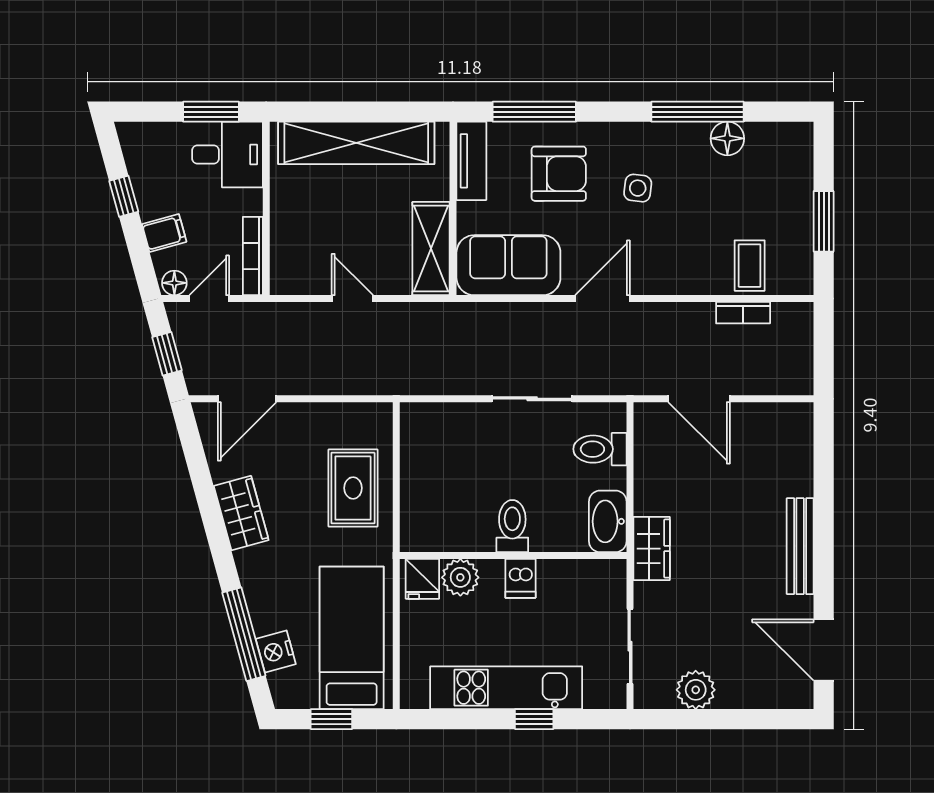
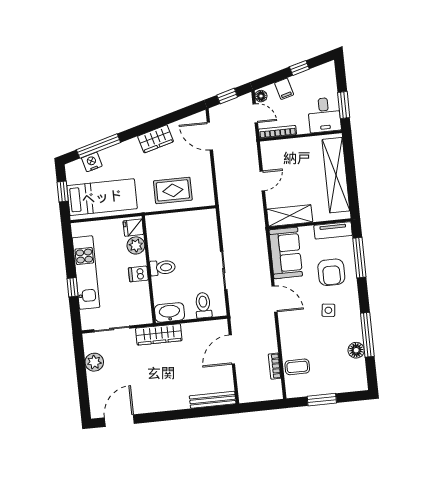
bench: (800, 546) -> (213, 400), moved
wardrobe: (652, 549) -> (159, 334), width x1.50

